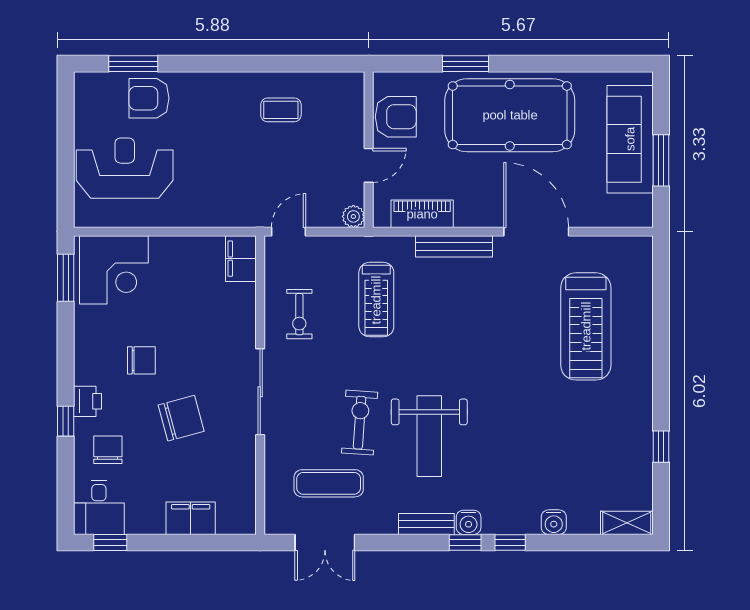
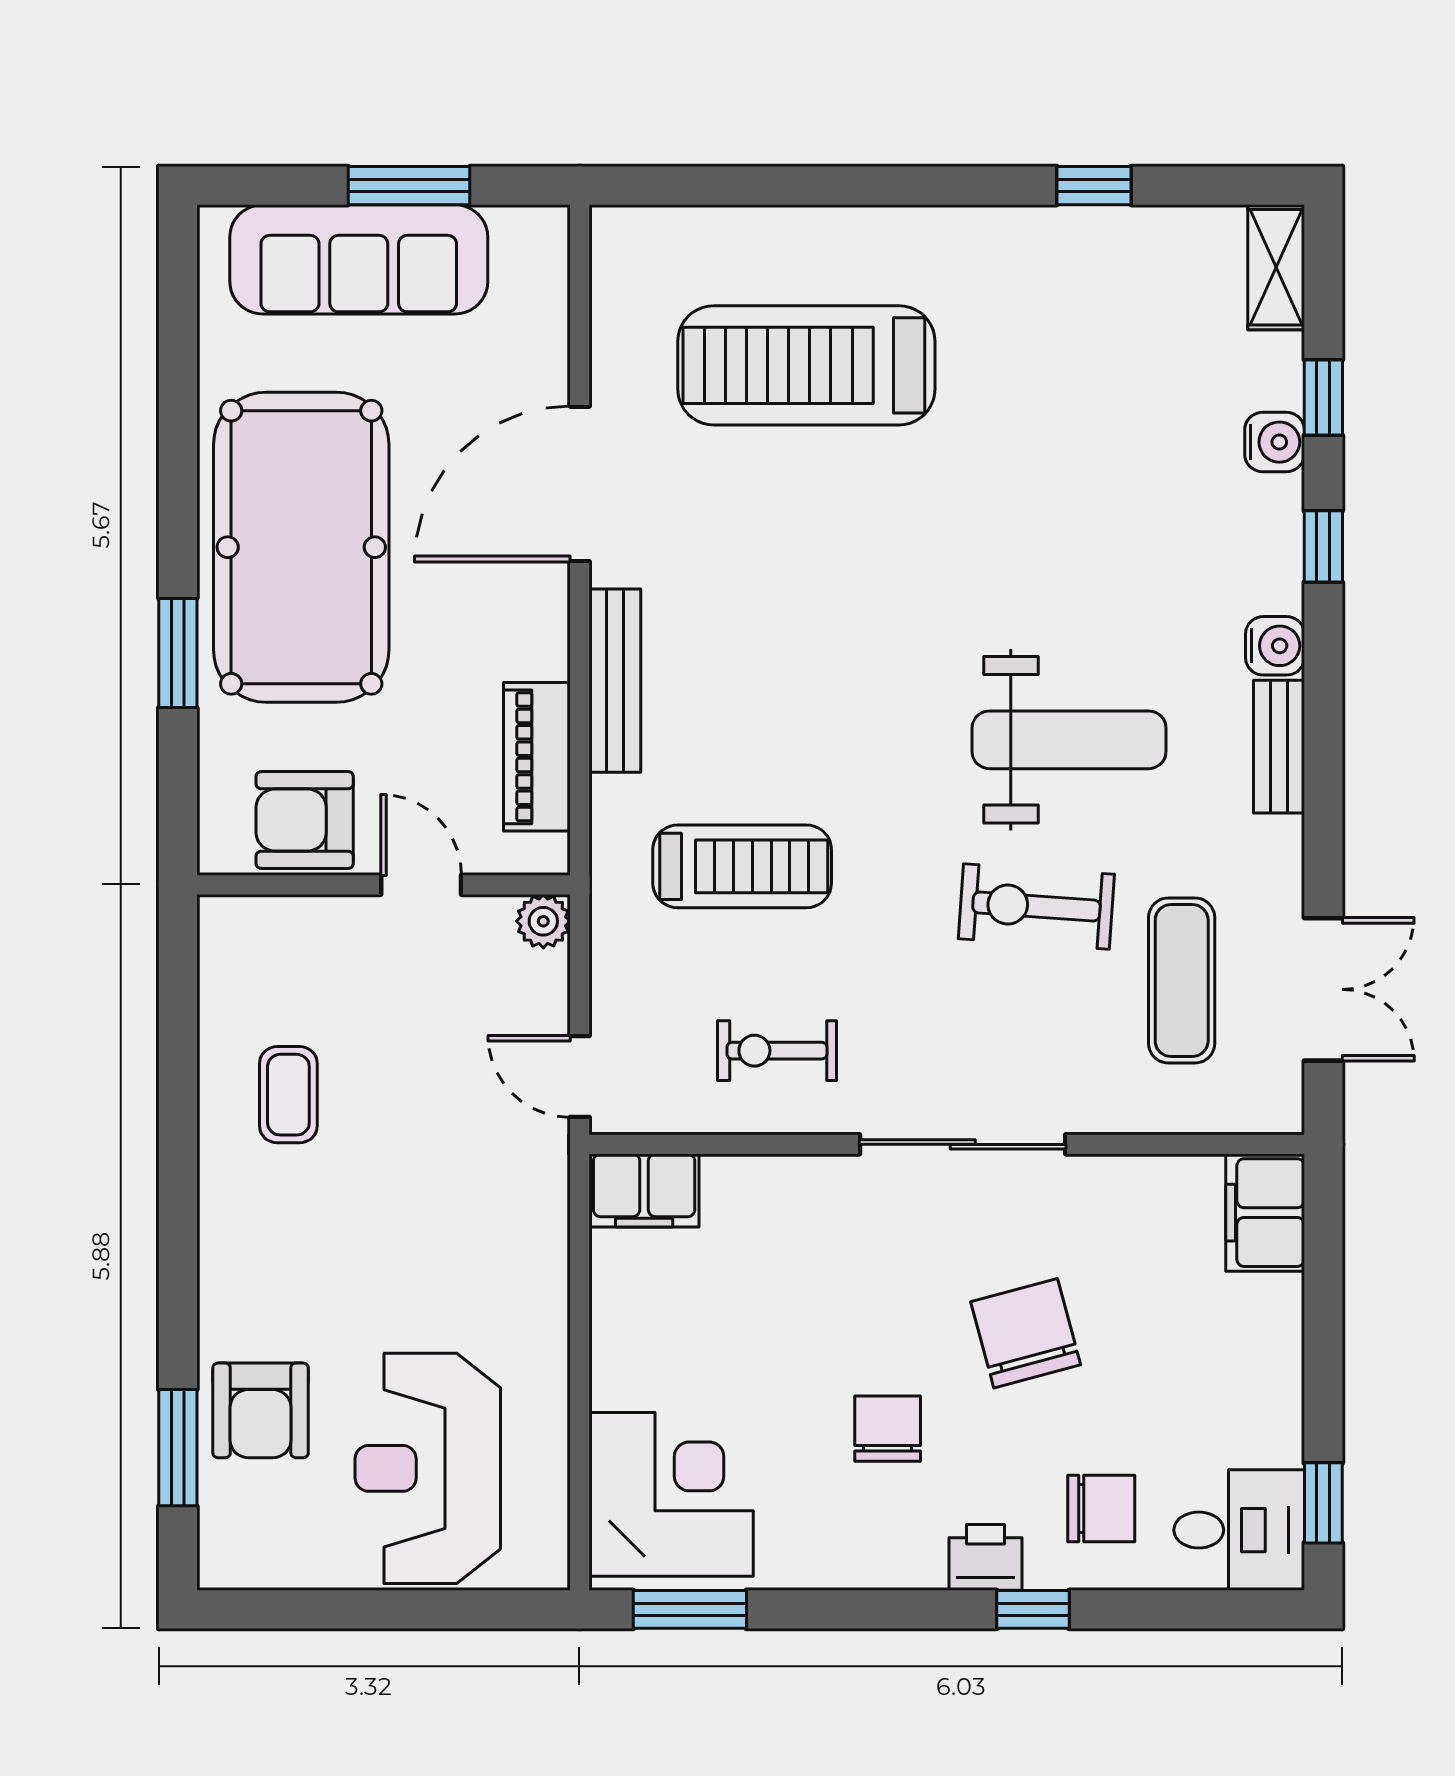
armchair: (396, 117) -> (305, 820), turned -90
exercise bike: (299, 314) -> (777, 1051), turned 180
treadmill: (586, 326) -> (806, 365), turned 180
chair: (108, 450) -> (1101, 1509), turned 180
filing cabinet: (191, 518) -> (1265, 1213), moved
window: (465, 543) -> (1323, 397), moved

